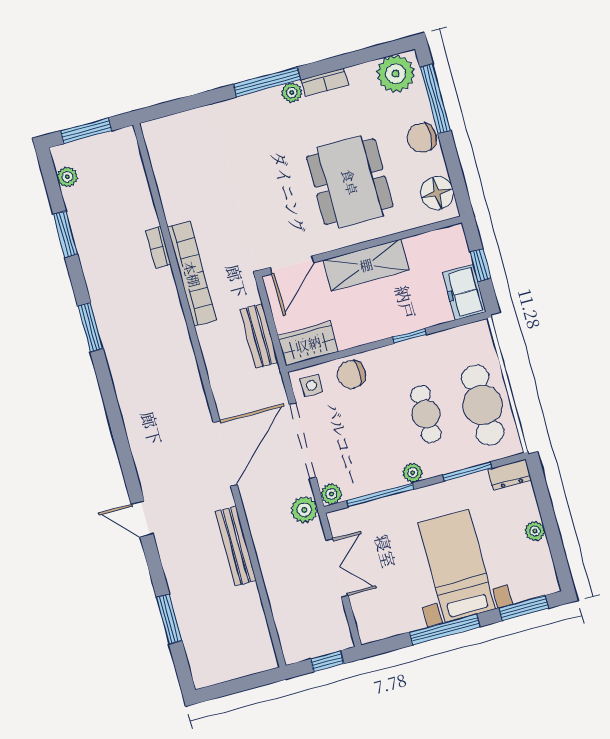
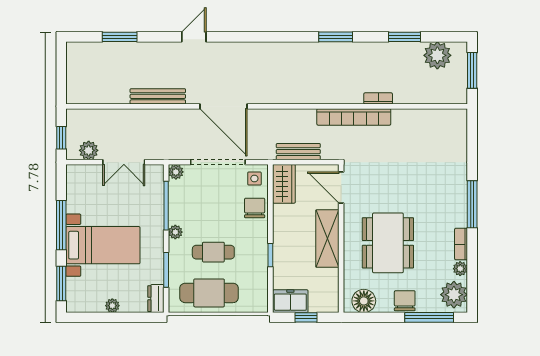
plant: (292, 92) -> (460, 269), moved
plant: (67, 177) -> (437, 55), width x1.88, depth x1.88
dining table: (350, 182) -> (388, 243), turned 90
plant: (304, 510) -> (89, 150), moved

